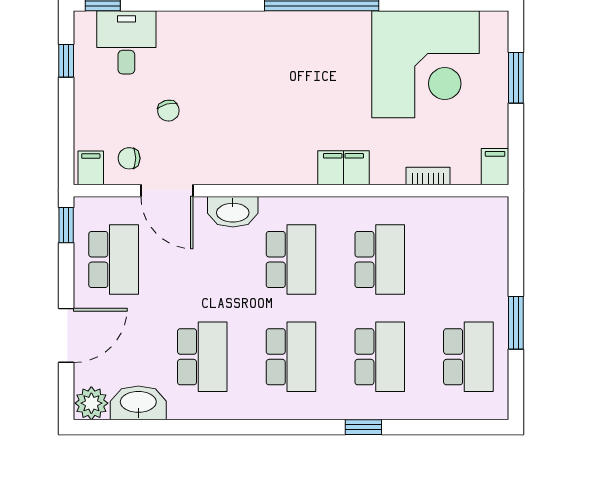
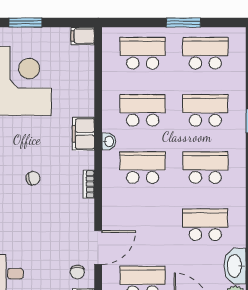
chair: (168, 111) -> (33, 178), moved
bookcase: (428, 176) -> (89, 184), moved
washbasin: (233, 212) -> (109, 141), moved, width x0.52, depth x0.69
school desk: (468, 260) -> (143, 53), added

